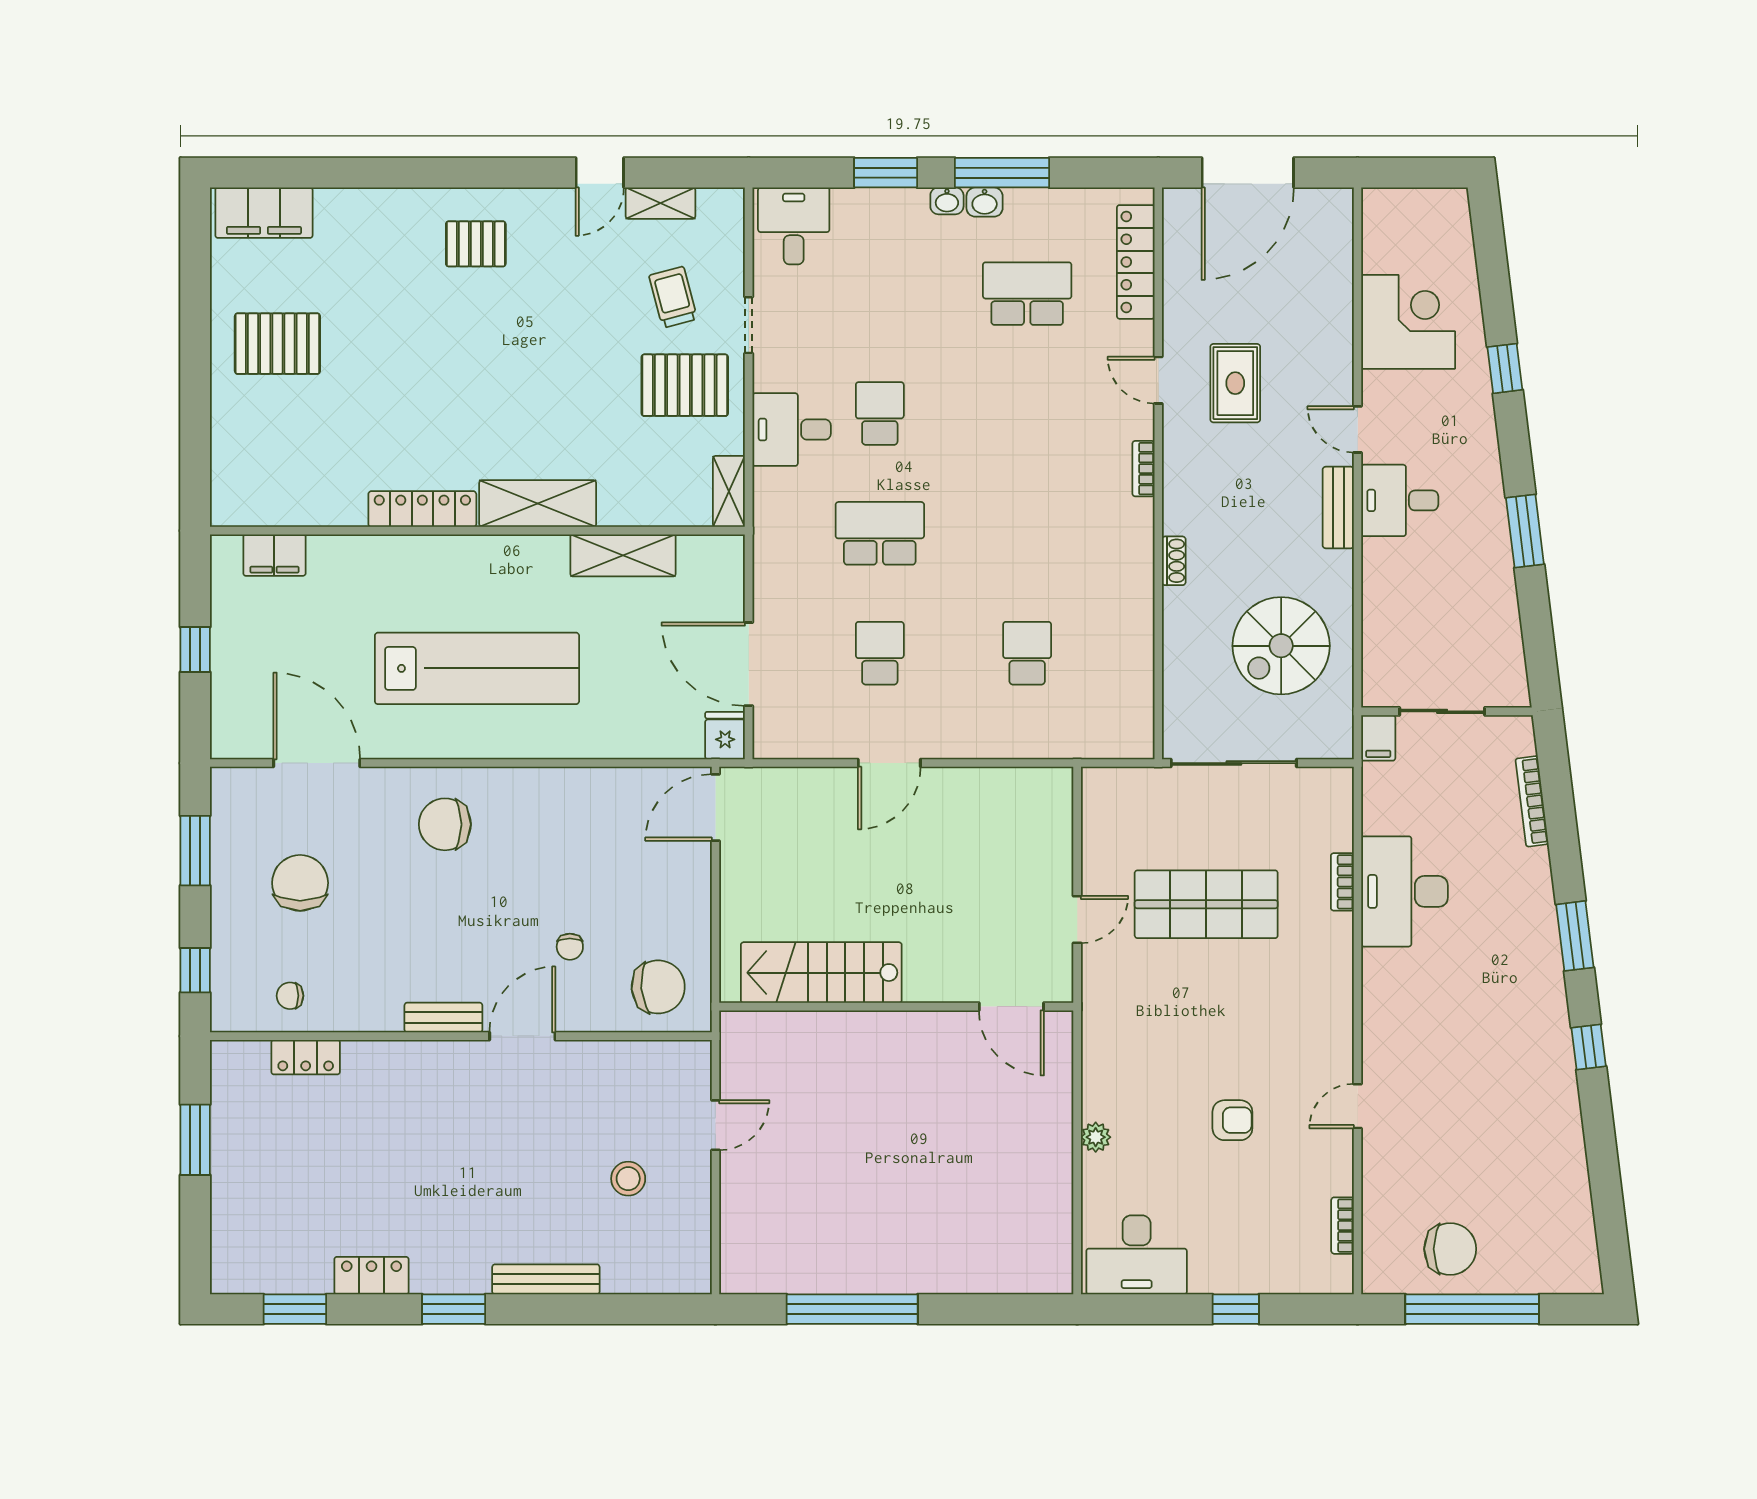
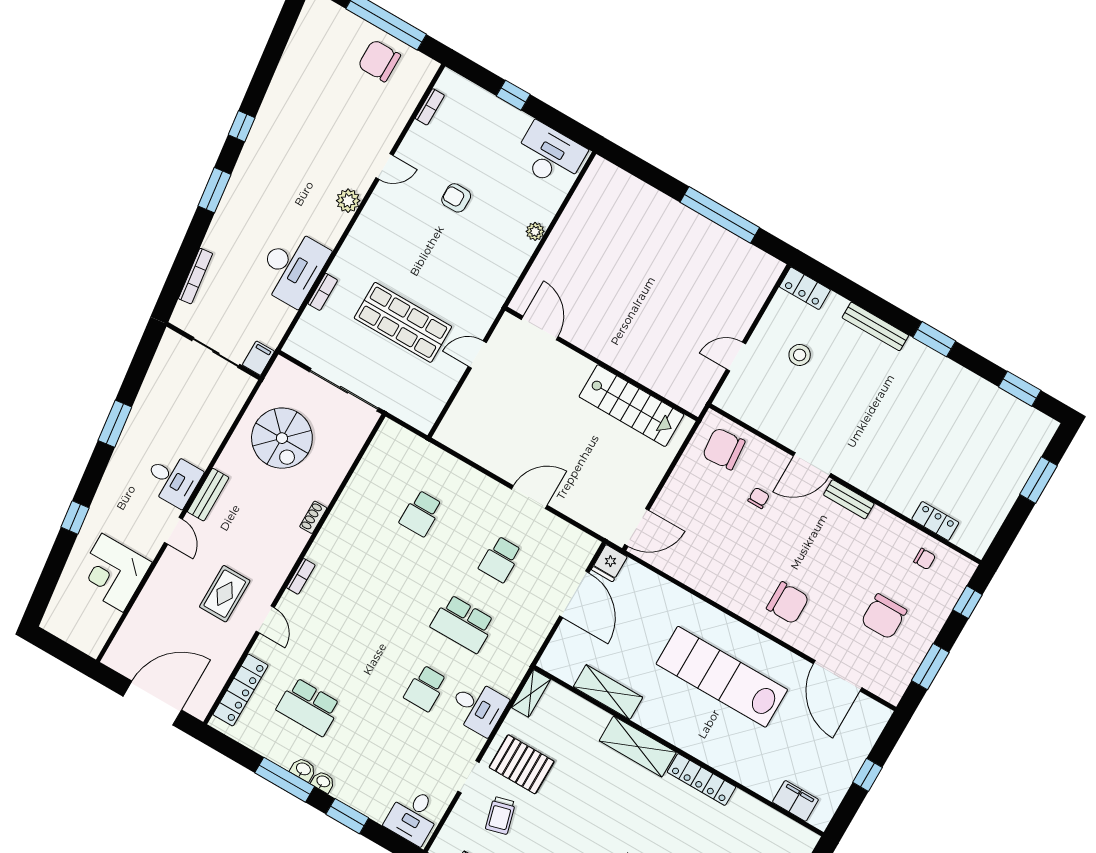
spiral stairs: (1281, 646) -> (282, 438), turned 90
plant: (1380, 1029) -> (348, 201), added
window: (195, 1140) -> (1038, 480), moved
locker: (371, 1276) -> (805, 288), moved

